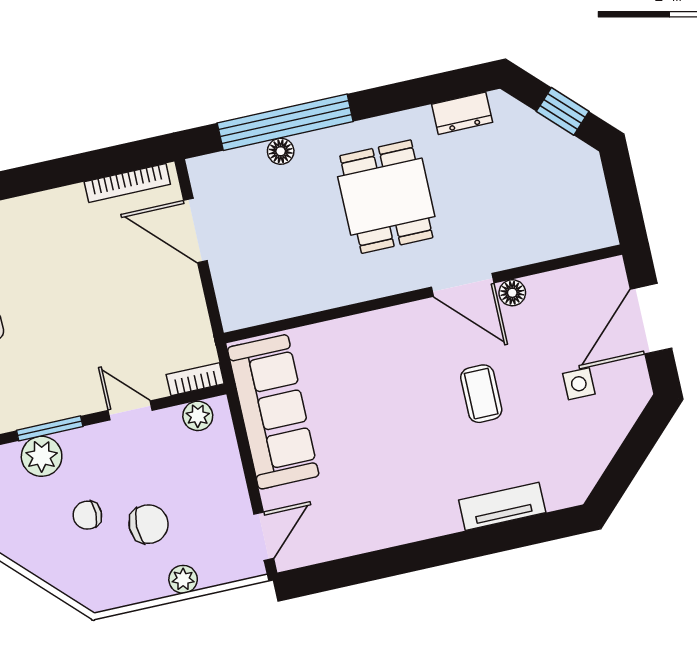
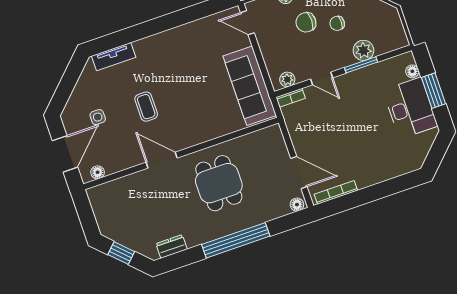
window: (285, 122) -> (236, 240), moved
floor lamp: (281, 151) -> (297, 205), moved
dining table: (386, 197) -> (219, 183), moved
floor lamp: (512, 293) -> (98, 172), moved
tv unit: (502, 506) -> (114, 57), moved
chair: (87, 515) -> (337, 23), turned 180
door: (264, 536) -> (247, 23), hinge flipped

